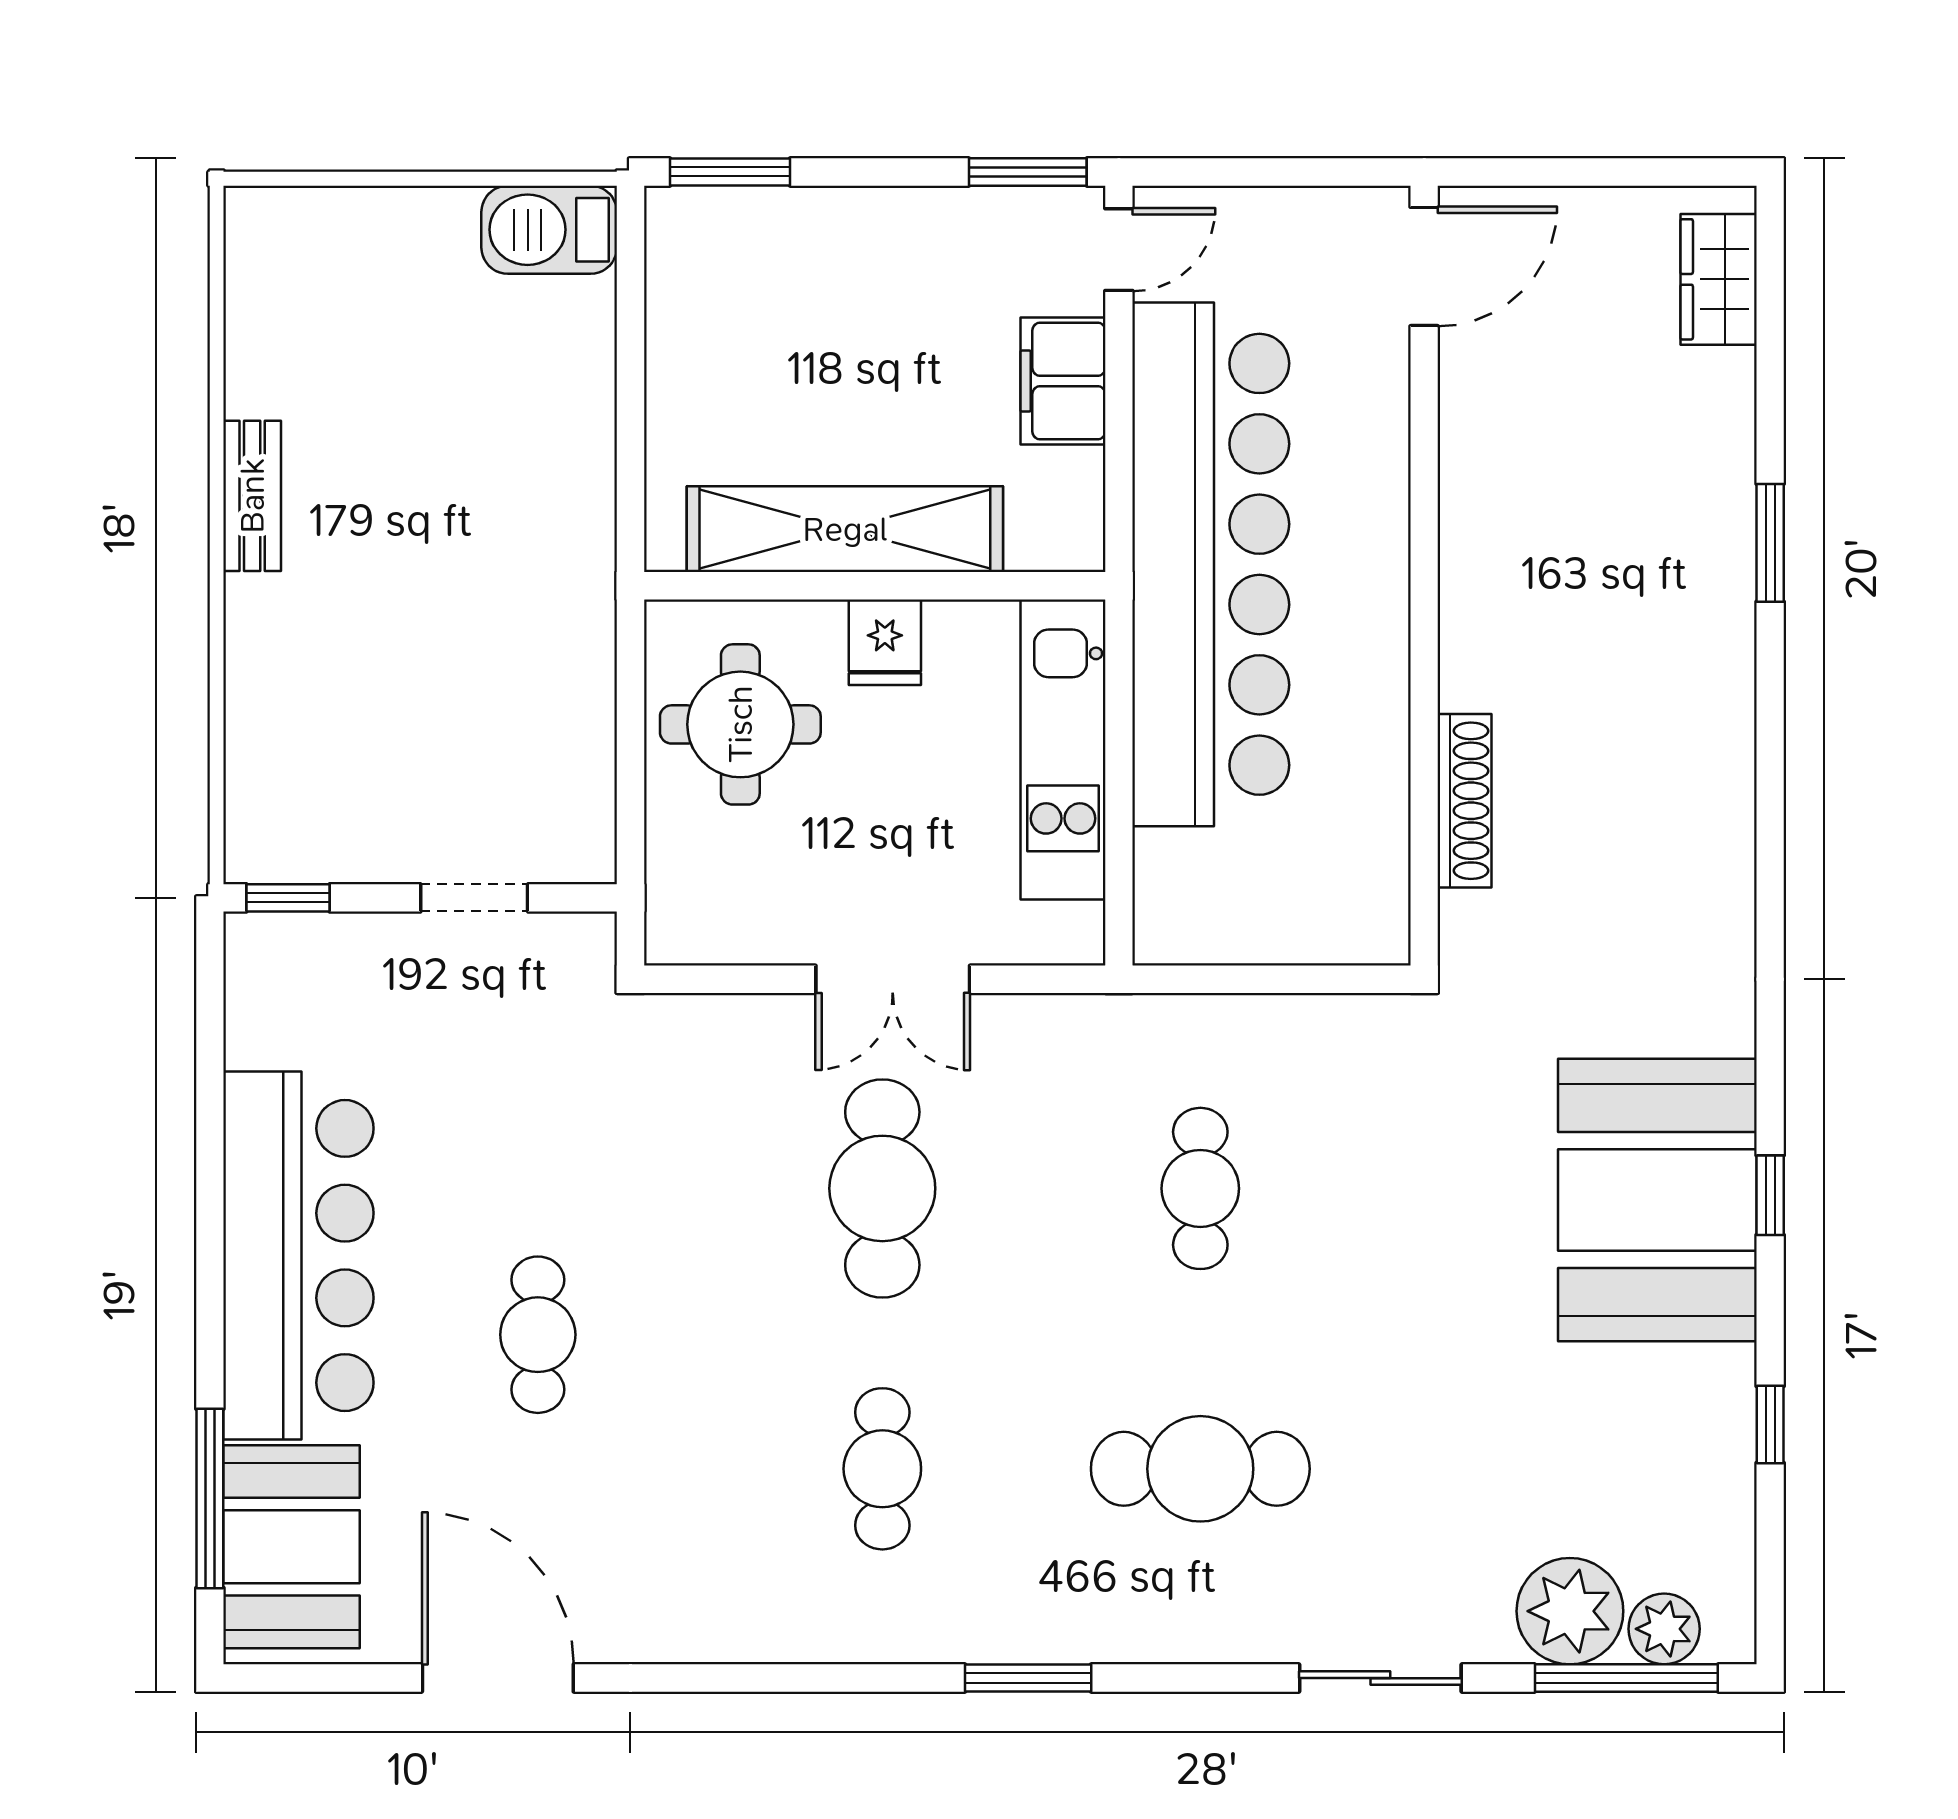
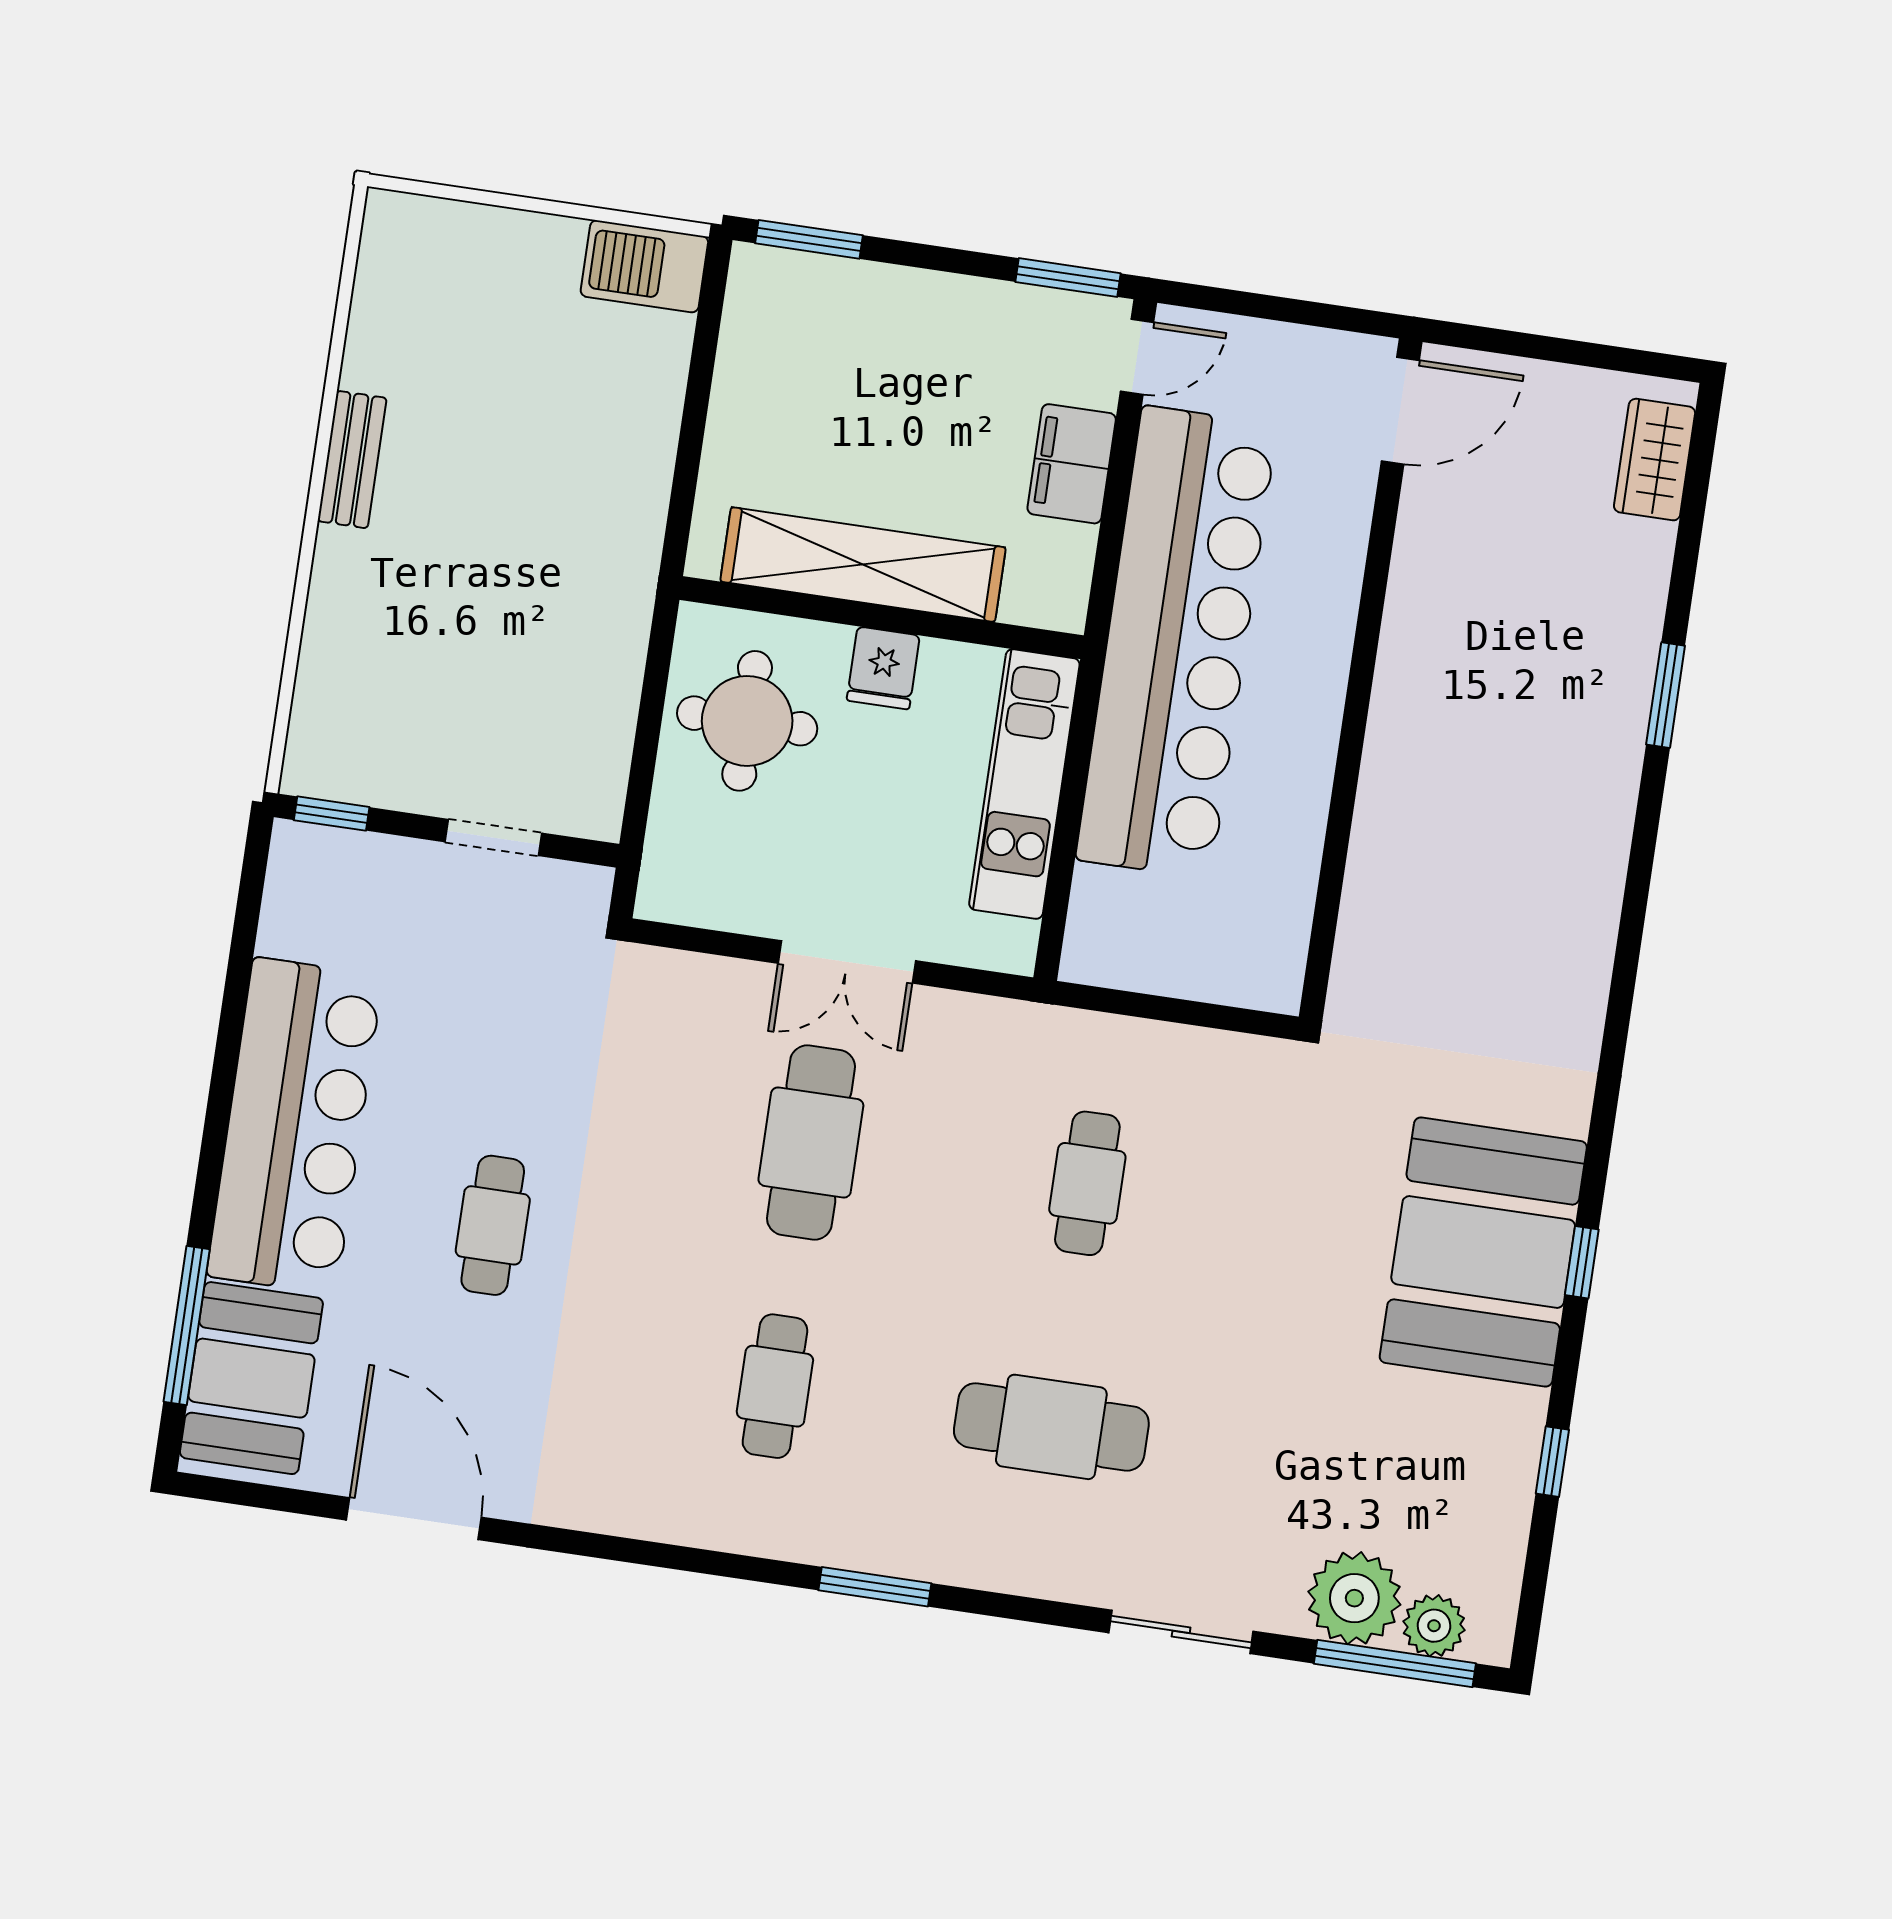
shoe rack: (1465, 801) -> (1367, 880), removed

